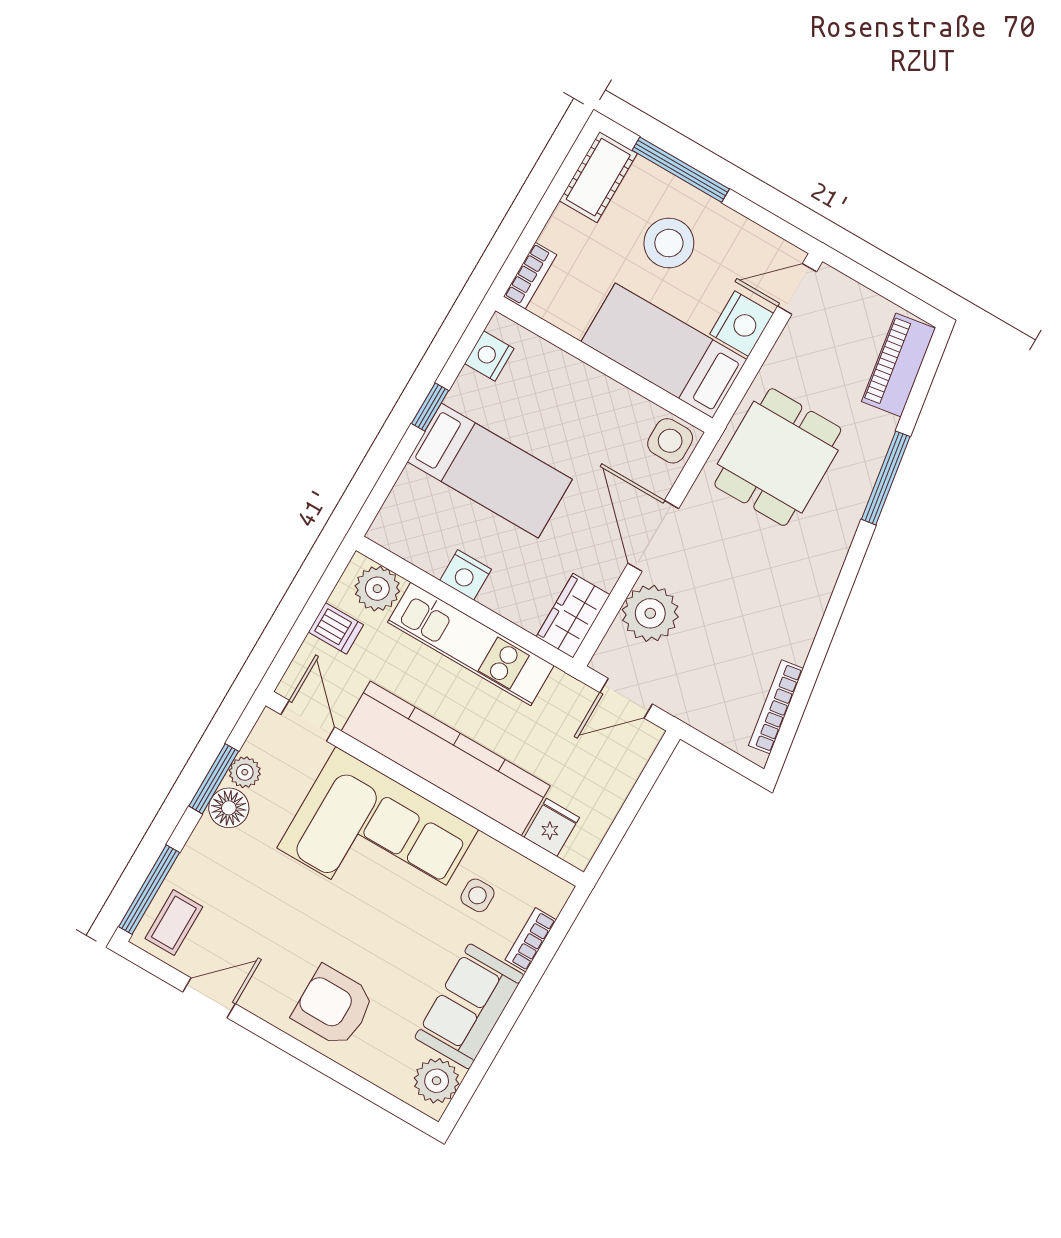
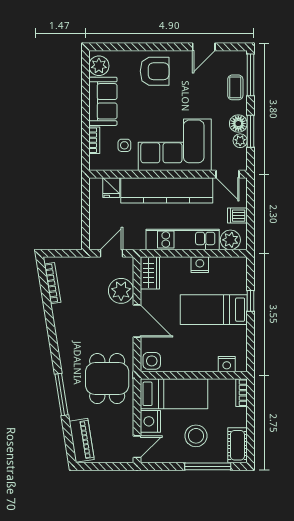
nightstand: (489, 356) -> (227, 364), moved, turned 90
window: (430, 407) -> (251, 301), moved
coffee table: (174, 923) -> (235, 87), moved

